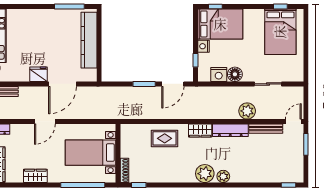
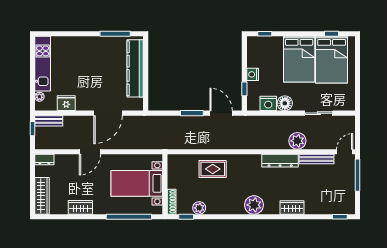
bed: (220, 24) -> (299, 59), moved, turned 90
fridge: (39, 74) -> (66, 103), moved
door: (173, 84) -> (221, 113), swing flipped
wardrobe: (200, 131) -> (292, 207), moved, turned 180
window: (306, 144) -> (358, 175), width x1.44
plant: (223, 176) -> (199, 208), moved

